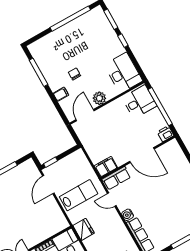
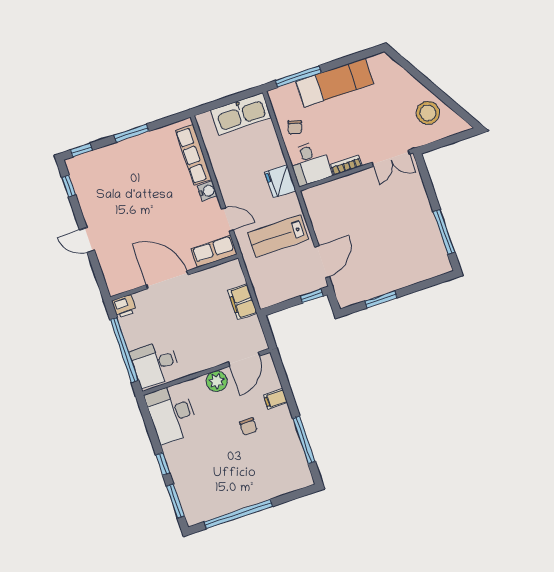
filing cabinet: (106, 167) -> (242, 302), moved, turned 90

